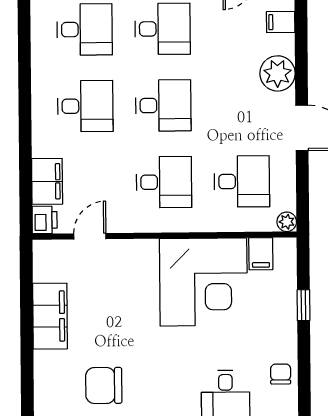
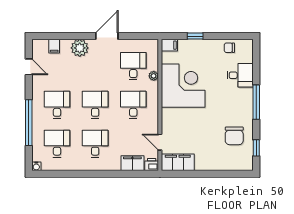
plant: (287, 222) -> (154, 76), moved
filing cabinet: (261, 254) -> (169, 45), moved
filing cabinet: (50, 316) -> (178, 162), moved

